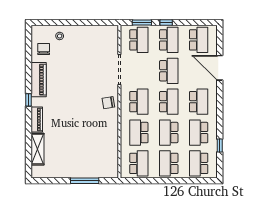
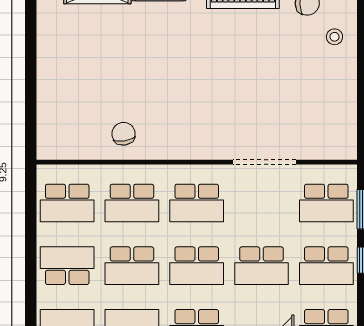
chair: (108, 103) -> (124, 134), moved
school desk: (139, 133) -> (132, 203), turned 180
school desk: (169, 133) -> (132, 266), turned 180
window: (85, 181) -> (31, 89), removed

